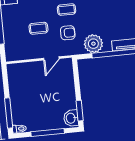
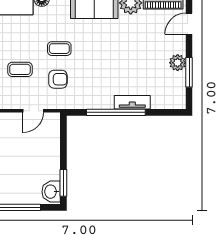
plant: (93, 44) -> (90, 97), removed

